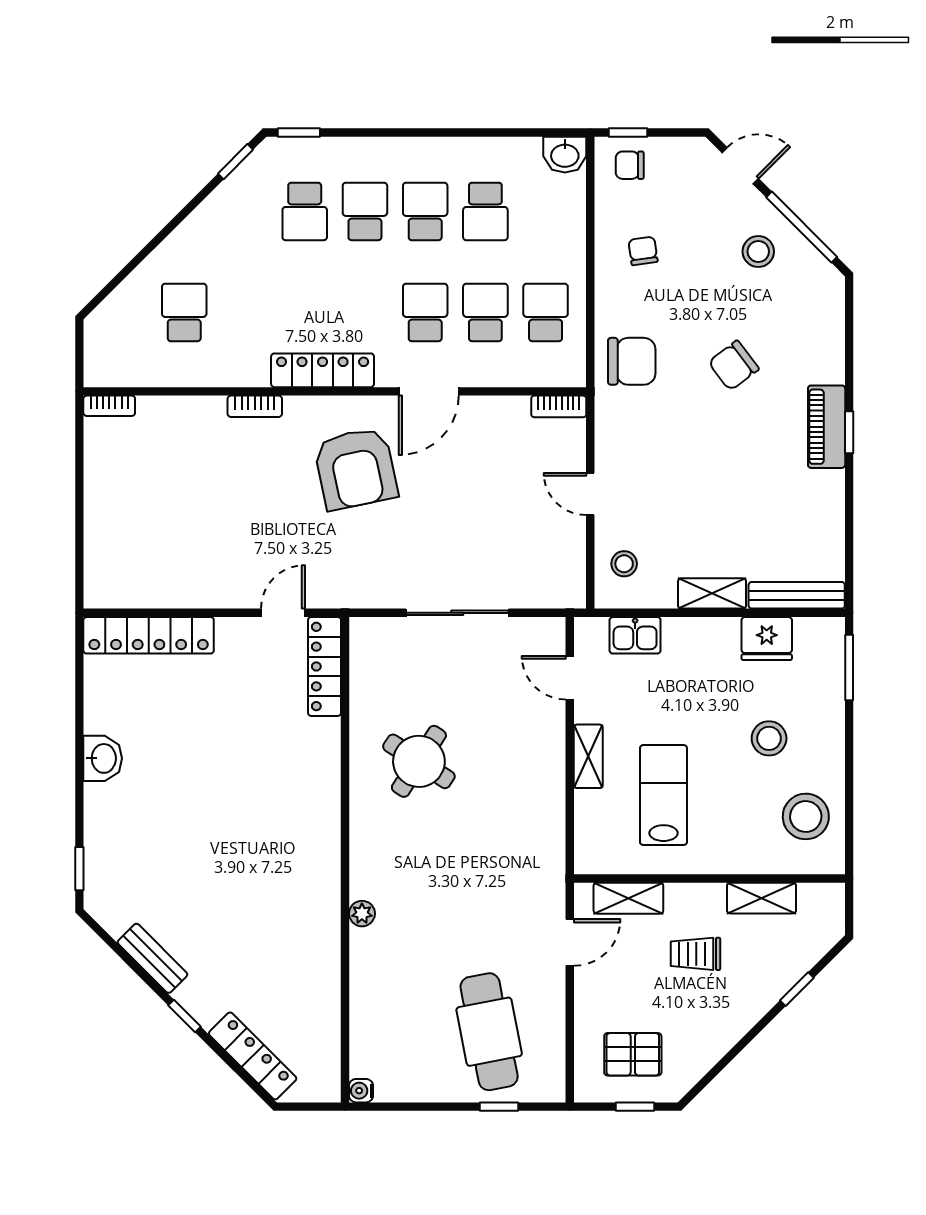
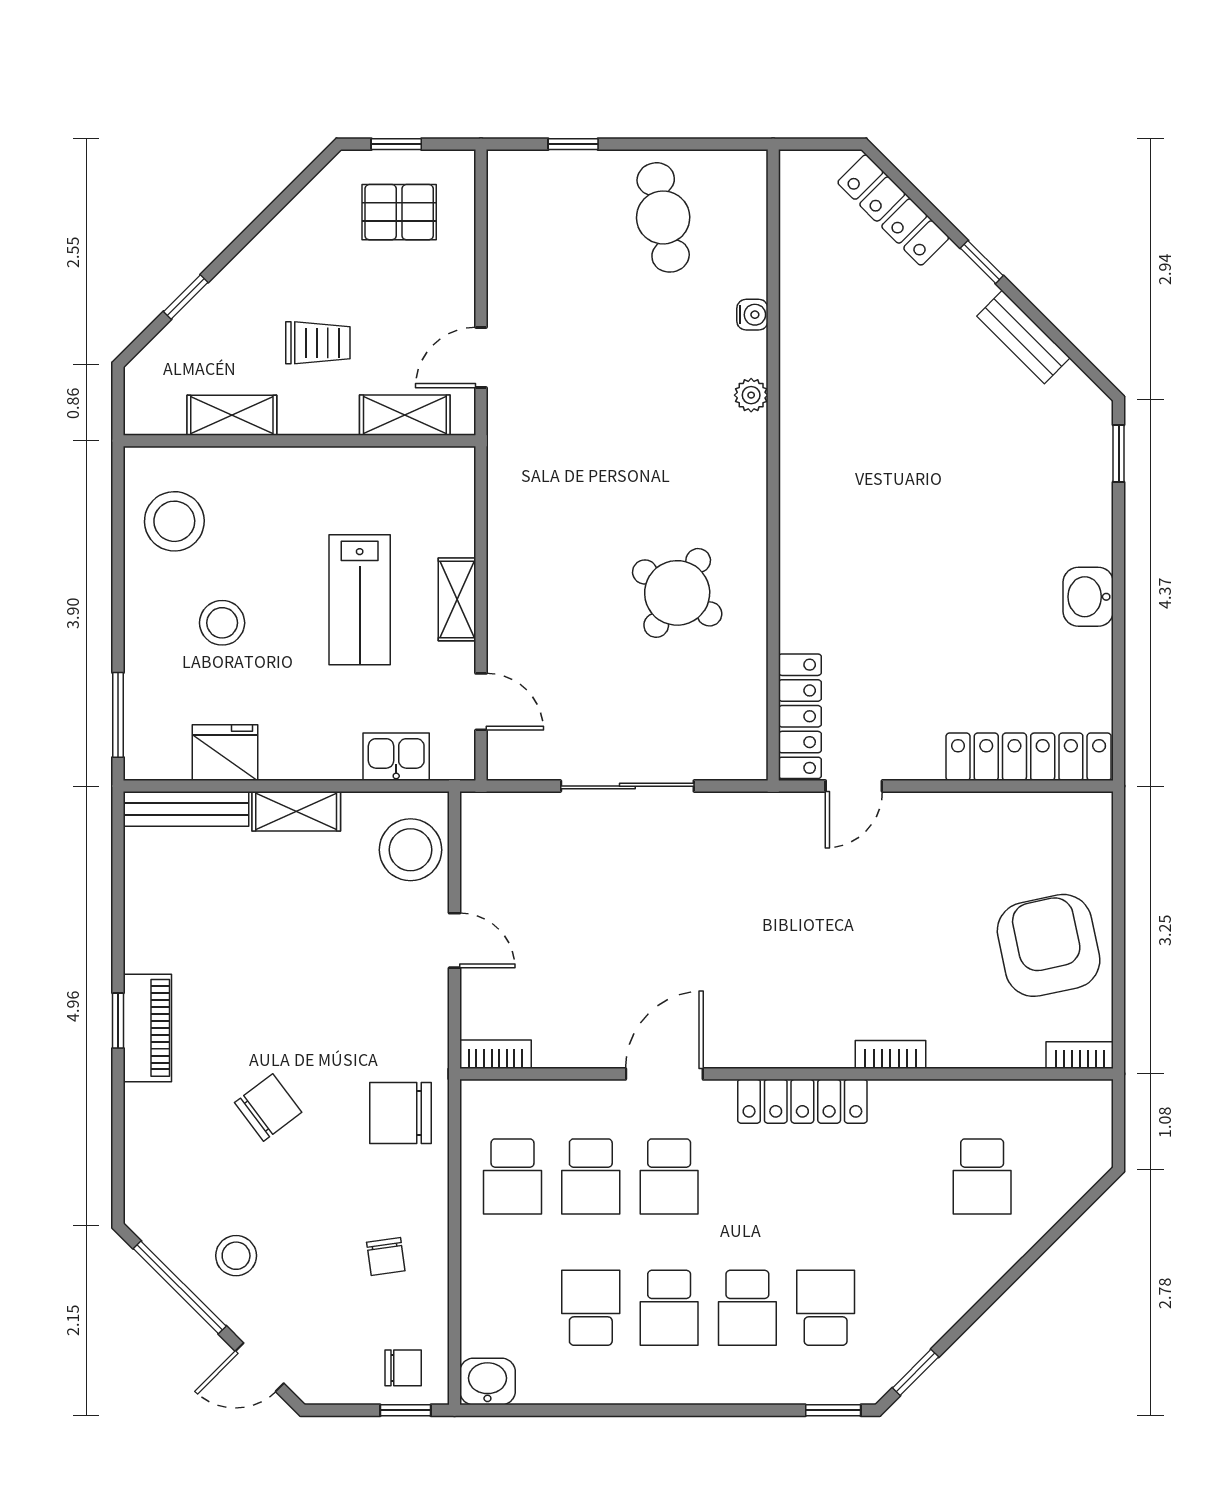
armchair: (356, 469) -> (1049, 945), moved
stool: (624, 564) -> (410, 850), width x1.89, depth x1.89
lab bench: (663, 795) -> (360, 600), moved
cafe table: (489, 1032) -> (663, 217), moved, width x0.73, depth x0.74
water cooler: (361, 1091) -> (752, 315), moved

